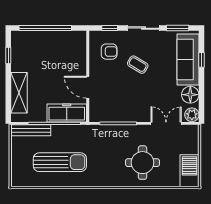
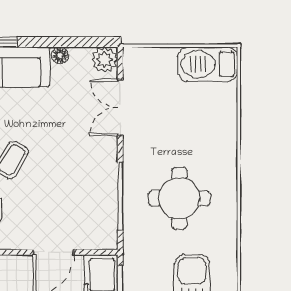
floor lamp: (190, 95) -> (60, 55), width x0.53, depth x0.53
round table: (142, 163) -> (179, 198), moved

